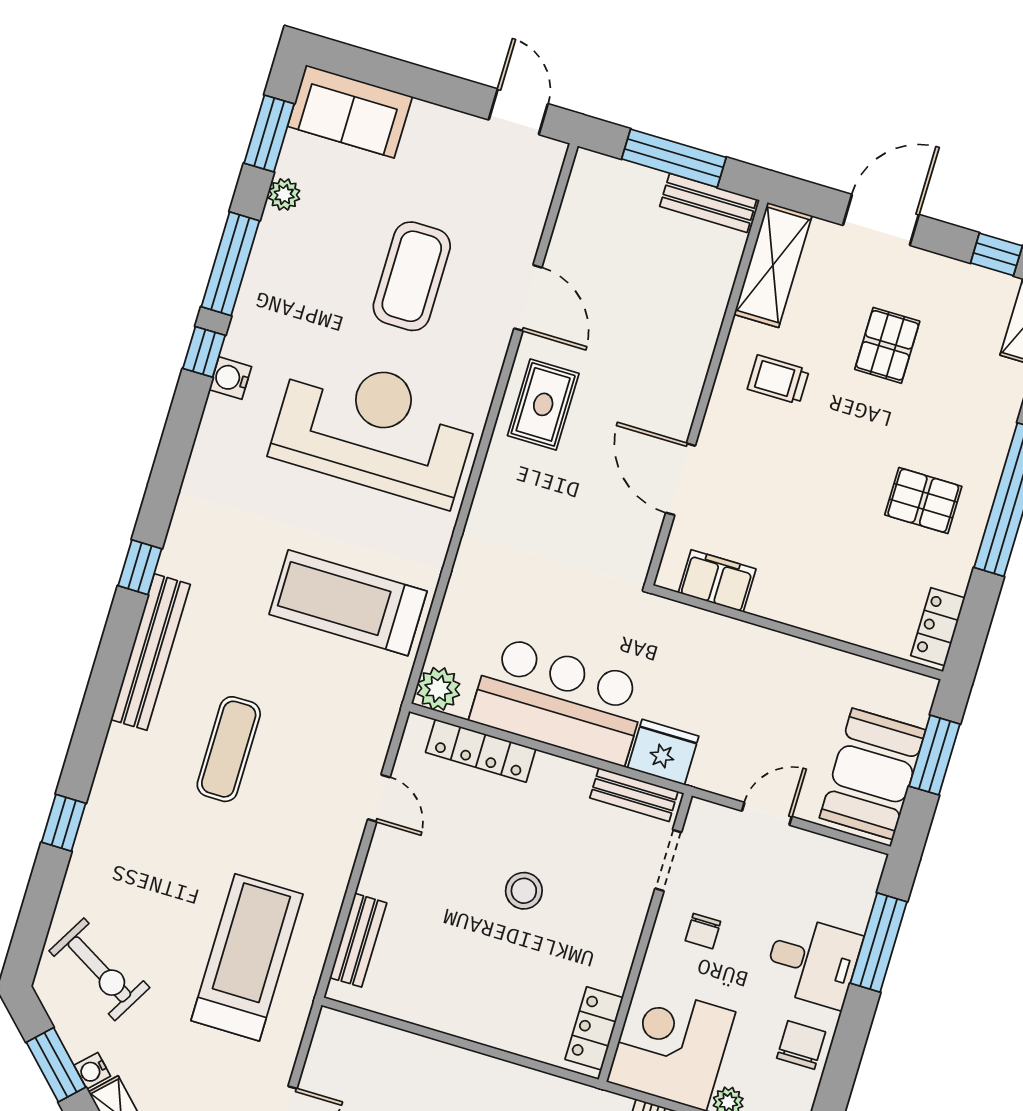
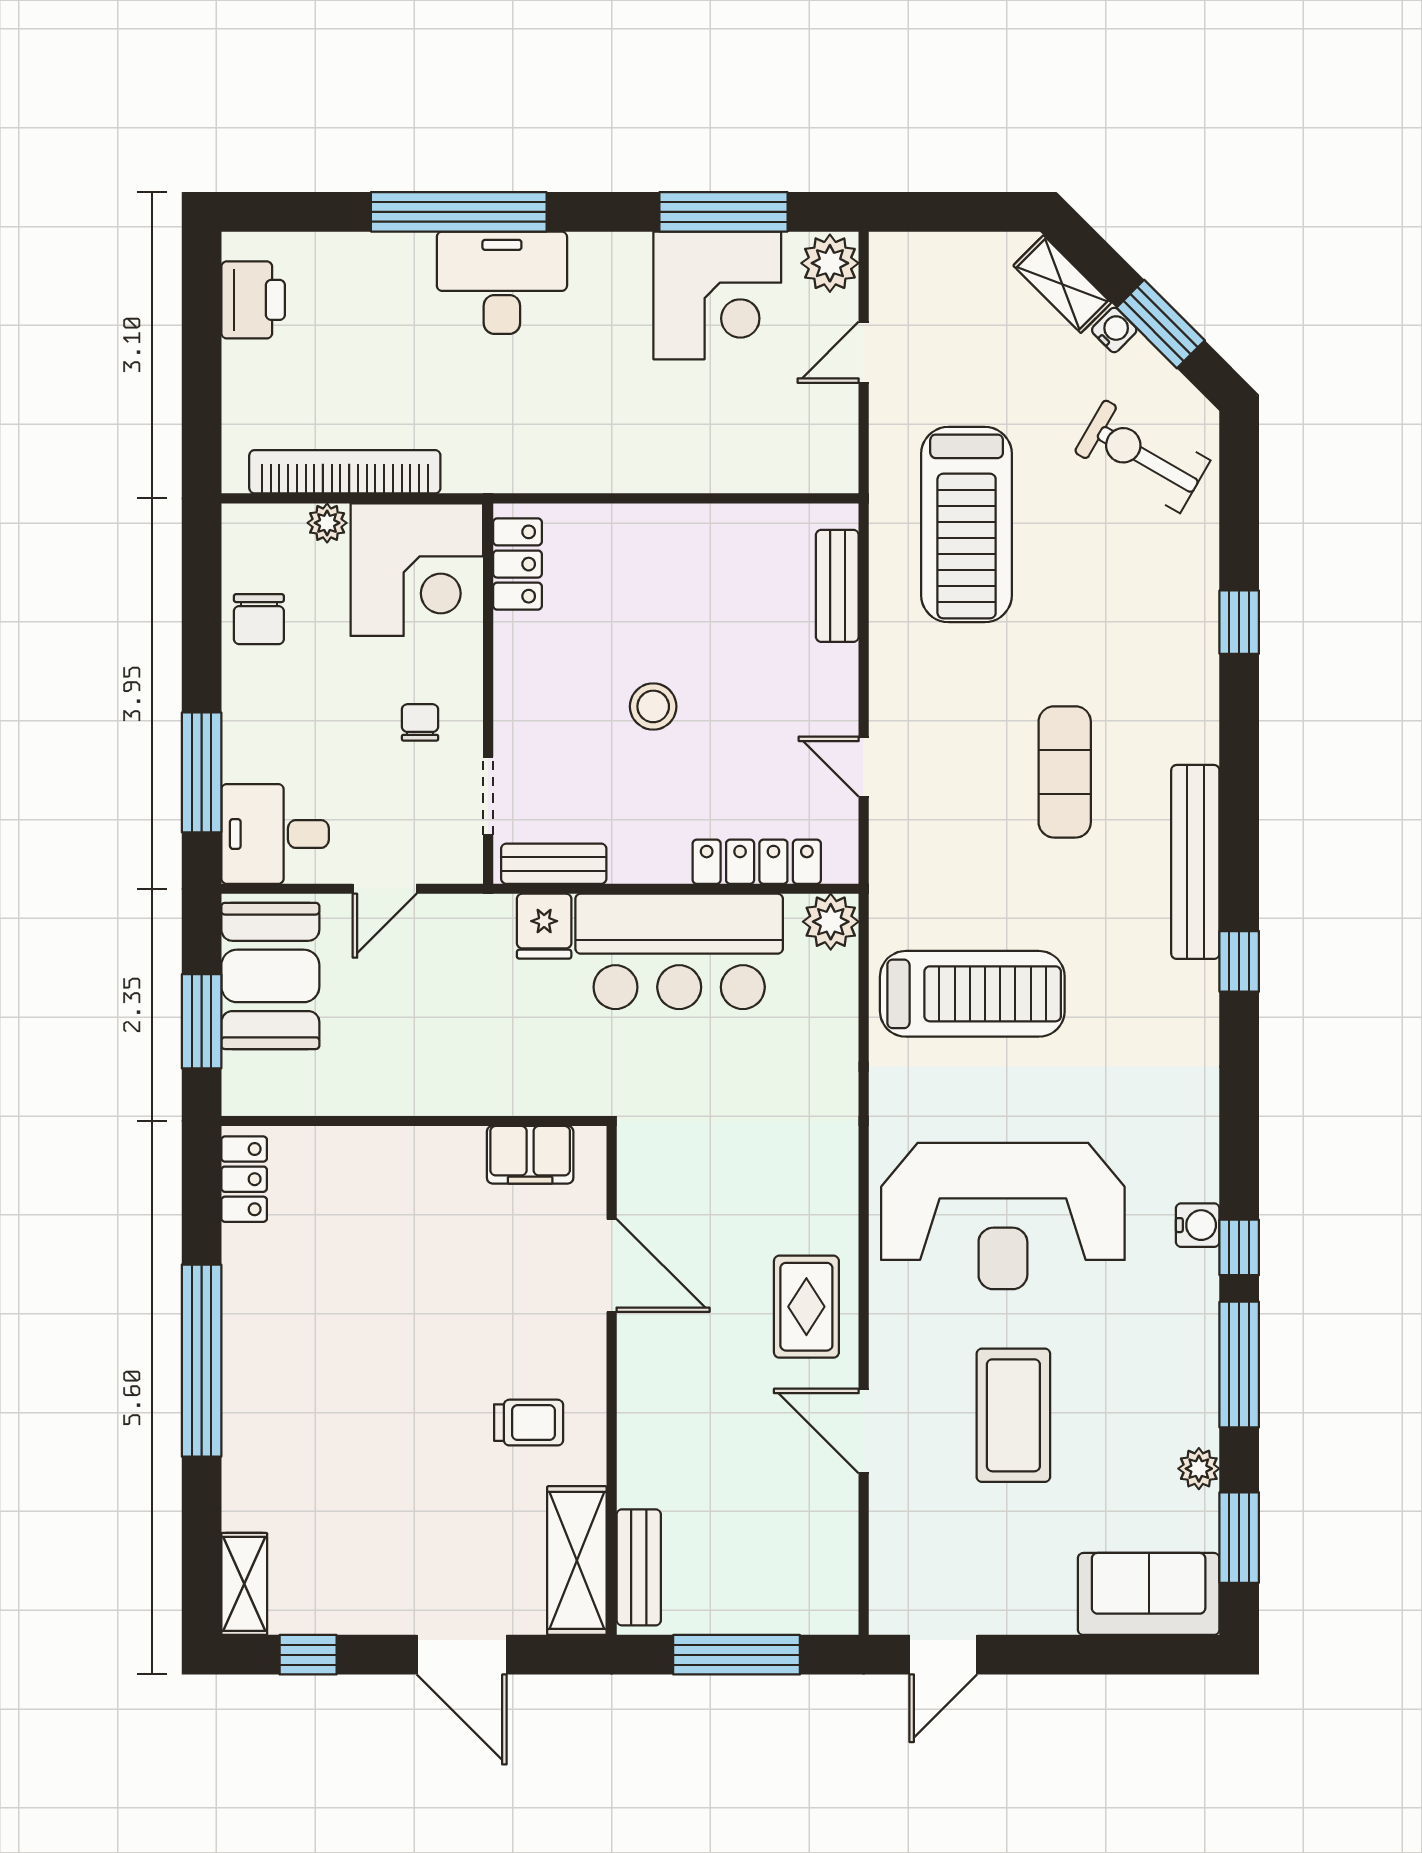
door: (518, 112) -> (943, 1655), hinge flipped
bench: (708, 203) -> (639, 1567), moved, turned 90
door: (881, 220) -> (462, 1655), hinge flipped
pallet: (887, 345) -> (408, 1504), removed
pallet: (923, 501) -> (308, 1328), removed
fridge: (663, 752) -> (544, 926), width x0.72
desk: (813, 962) -> (275, 834), moved

